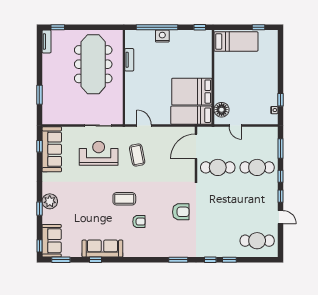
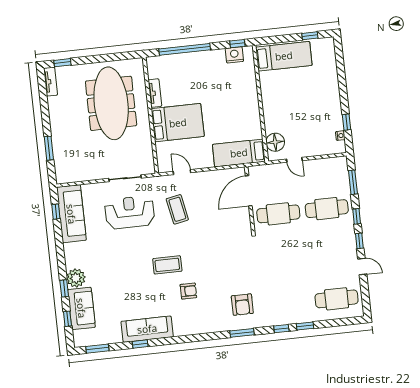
nightstand: (162, 36) -> (234, 55), moved
bed: (192, 92) -> (178, 123), moved, turned 180
armchair: (181, 212) -> (242, 305), moved, turned 90
sofa: (52, 241) -> (81, 308), moved
window: (39, 246) -> (67, 319), moved

